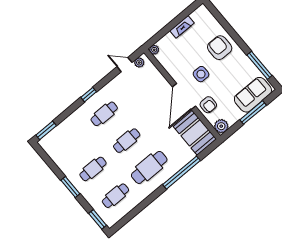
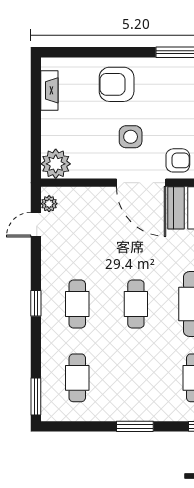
fireplace: (182, 27) -> (49, 90), moved
plant: (154, 50) -> (56, 164), width x1.88, depth x1.88
cafe table: (93, 169) -> (77, 378), moved

